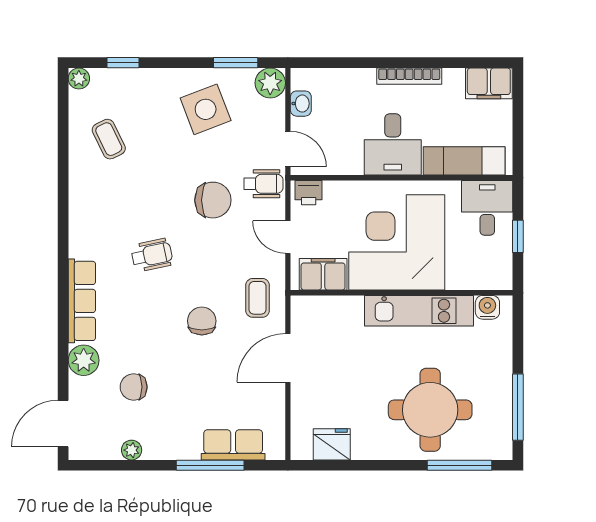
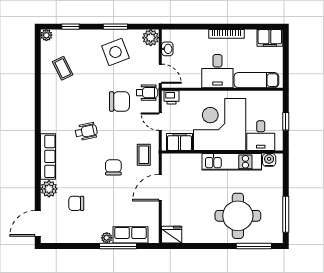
window: (236, 63) -> (115, 27), moved
desk: (487, 208) -> (261, 136), moved, turned 180
fridge: (332, 444) -> (172, 235), moved
plant: (132, 450) -> (107, 238), moved

